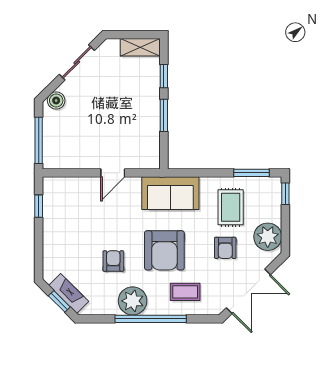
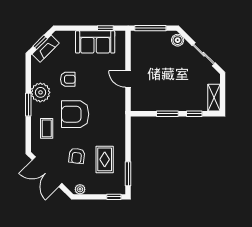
sofa: (170, 193) -> (95, 42), moved, turned -90
rug: (231, 207) -> (105, 159), turned 90
plant: (268, 237) -> (80, 189), width x0.53, depth x0.53
armchair: (225, 248) -> (77, 156), turned -83
window: (151, 319) -> (28, 105), width x0.47

